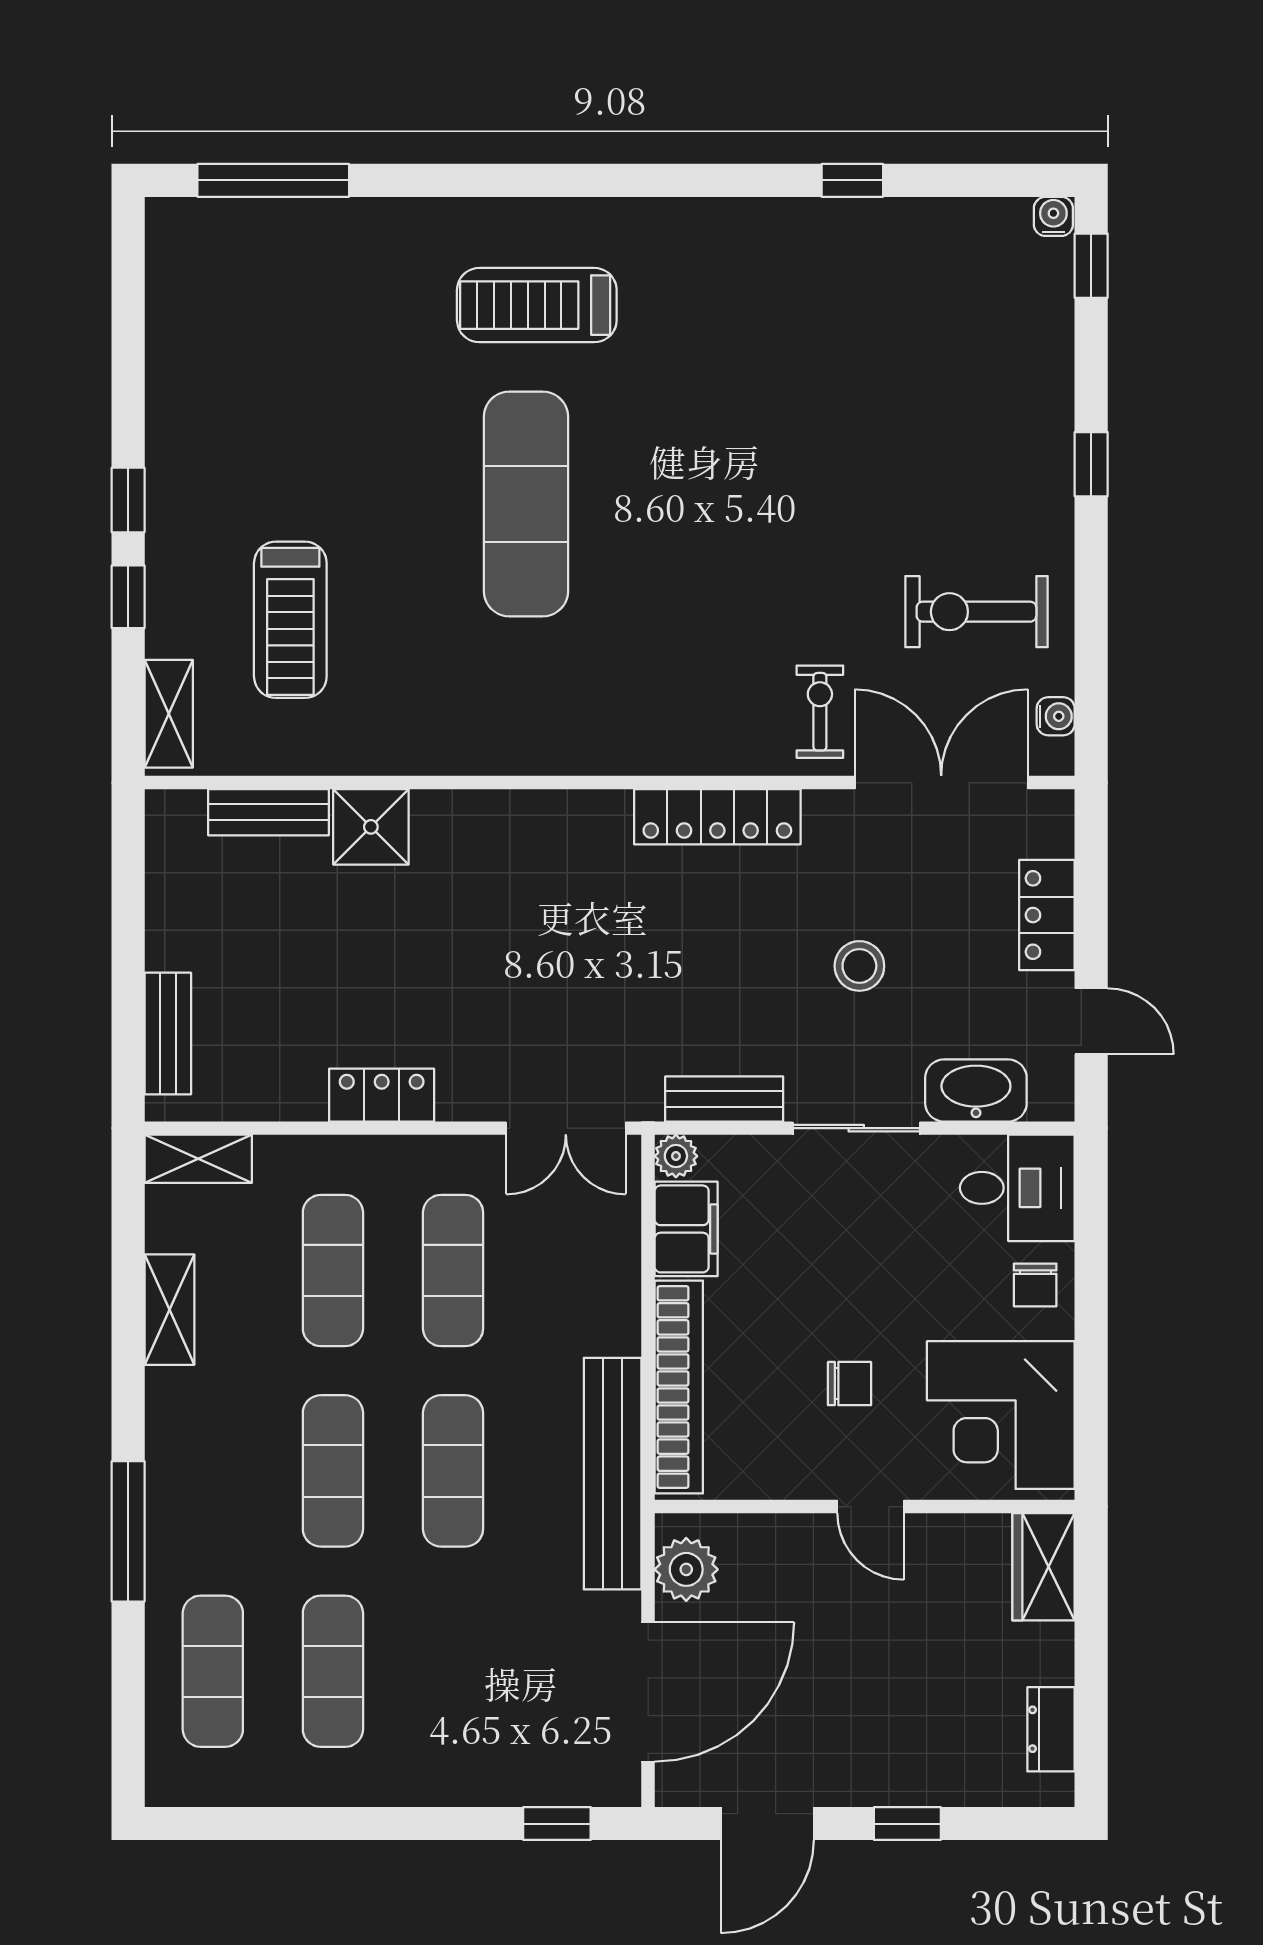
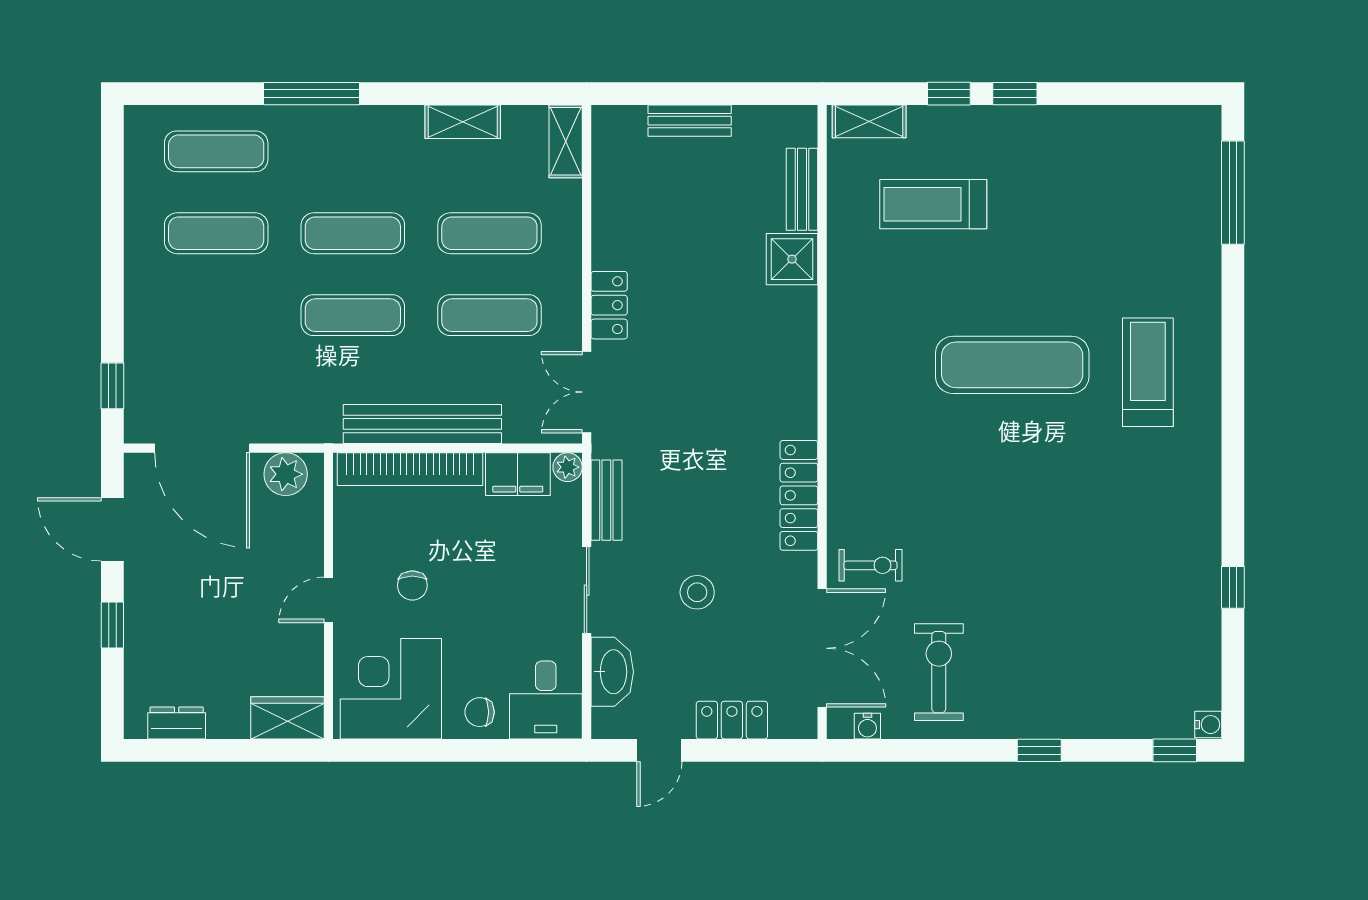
bench: (168, 1033) -> (690, 121), moved
locker: (382, 1095) -> (609, 305), moved
bench: (613, 1474) -> (422, 424), moved

